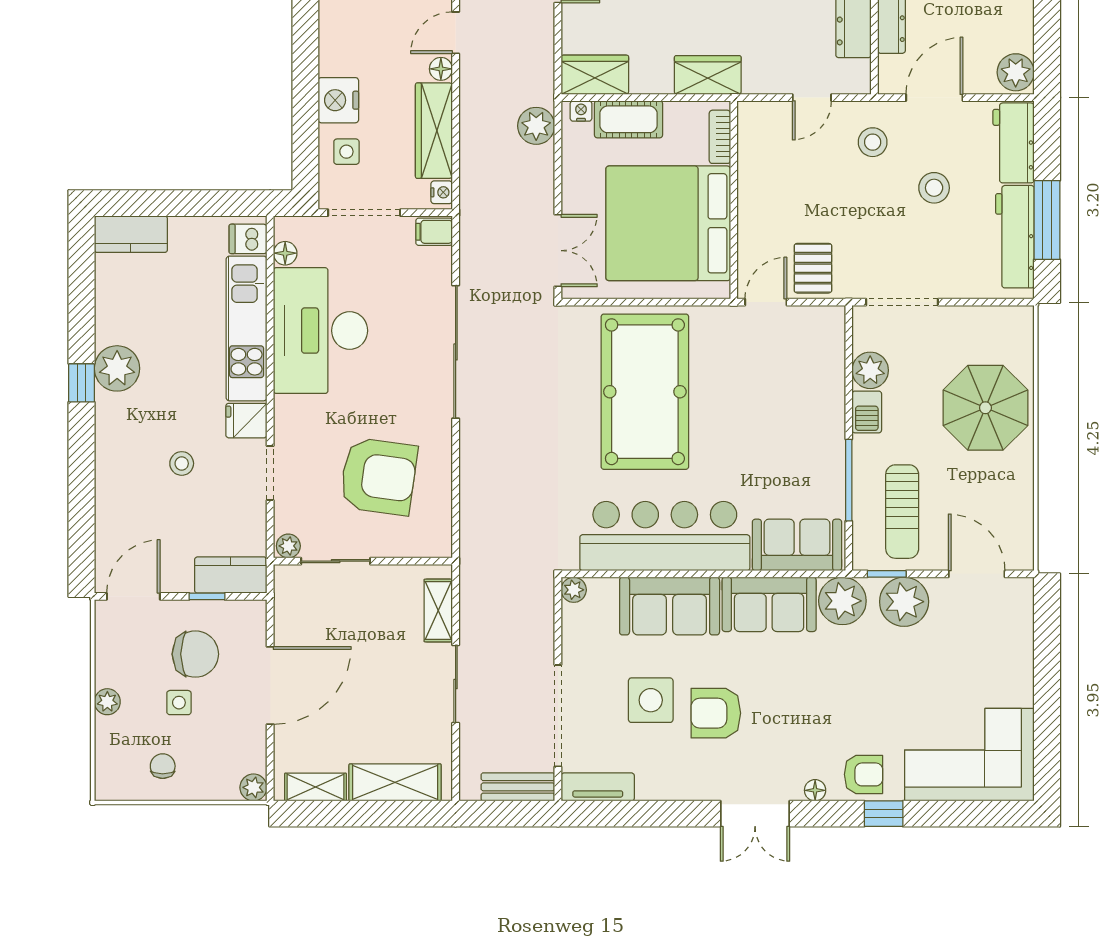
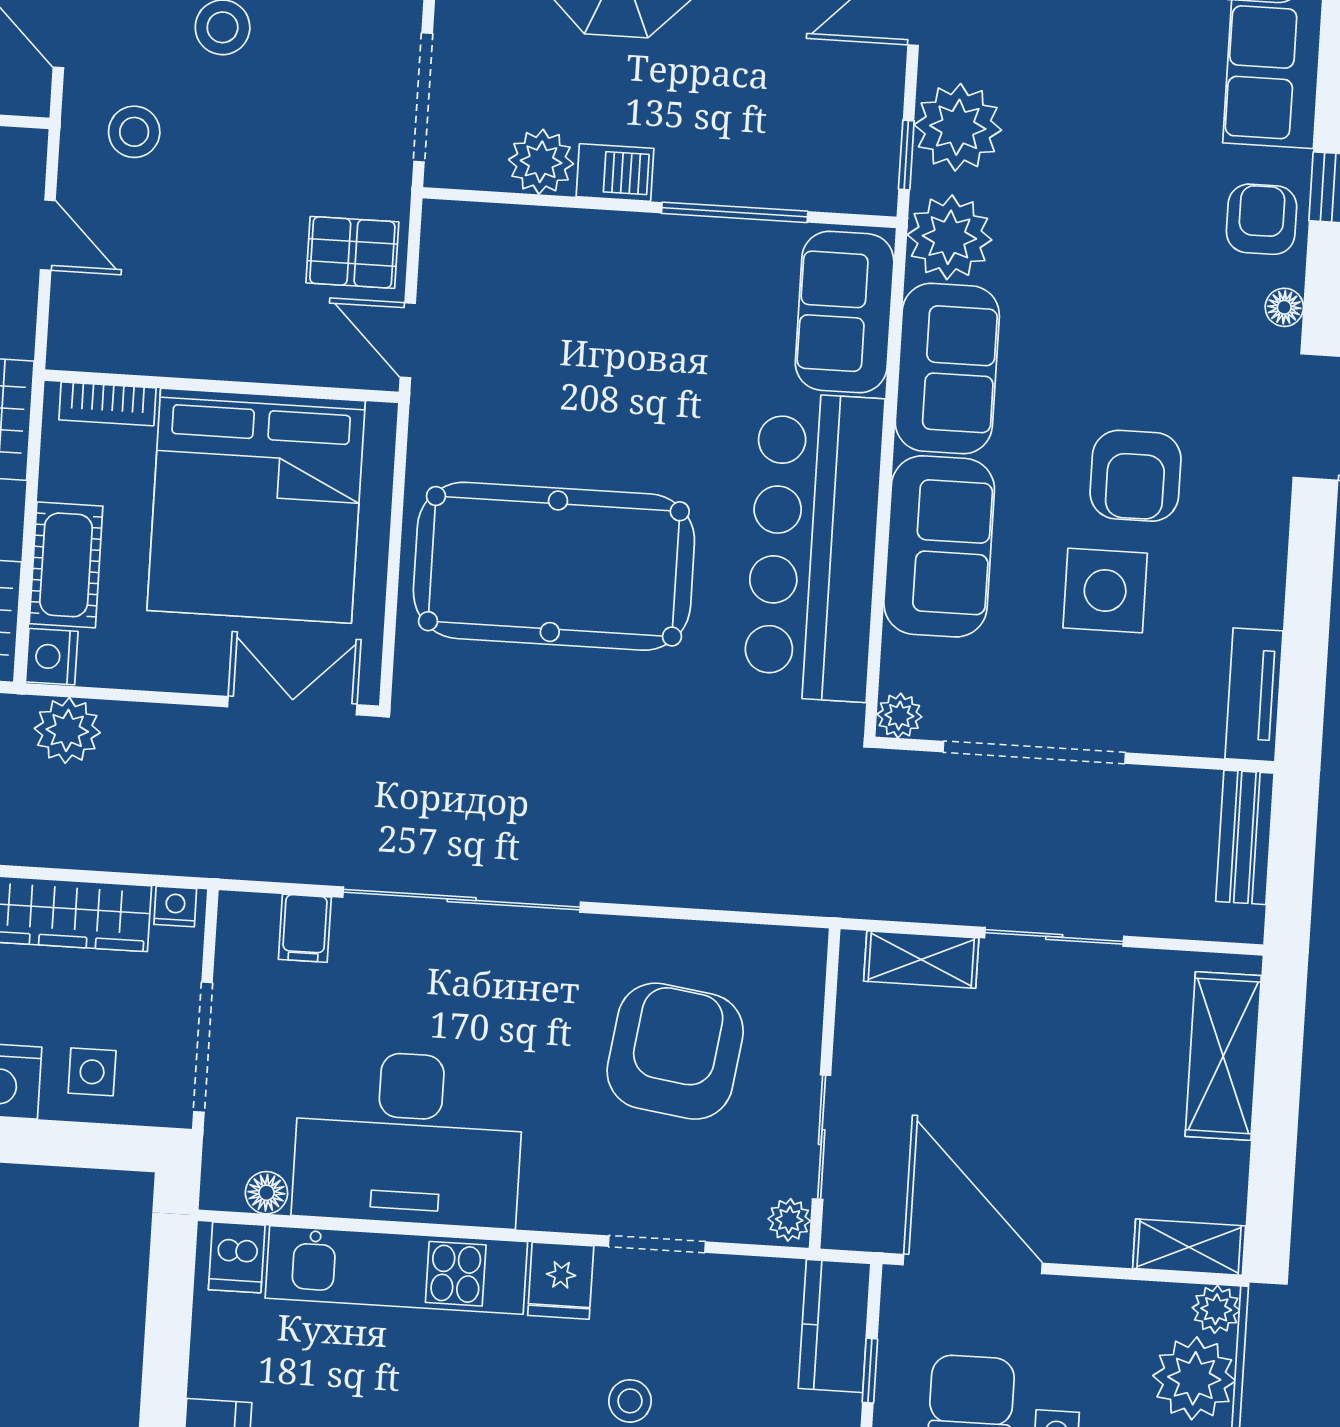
nightstand: (581, 111) -> (52, 657), width x1.39, depth x1.35
filing cabinet: (434, 232) -> (305, 928), moved
sun lounger: (902, 512) -> (797, 121), removed
door: (270, 685) -> (973, 1264), moved
doorway: (558, 716) -> (1034, 752), moved
plant: (214, 778) -> (1194, 1378), added
shelving: (316, 787) -> (1189, 1247), moved, turned 90

